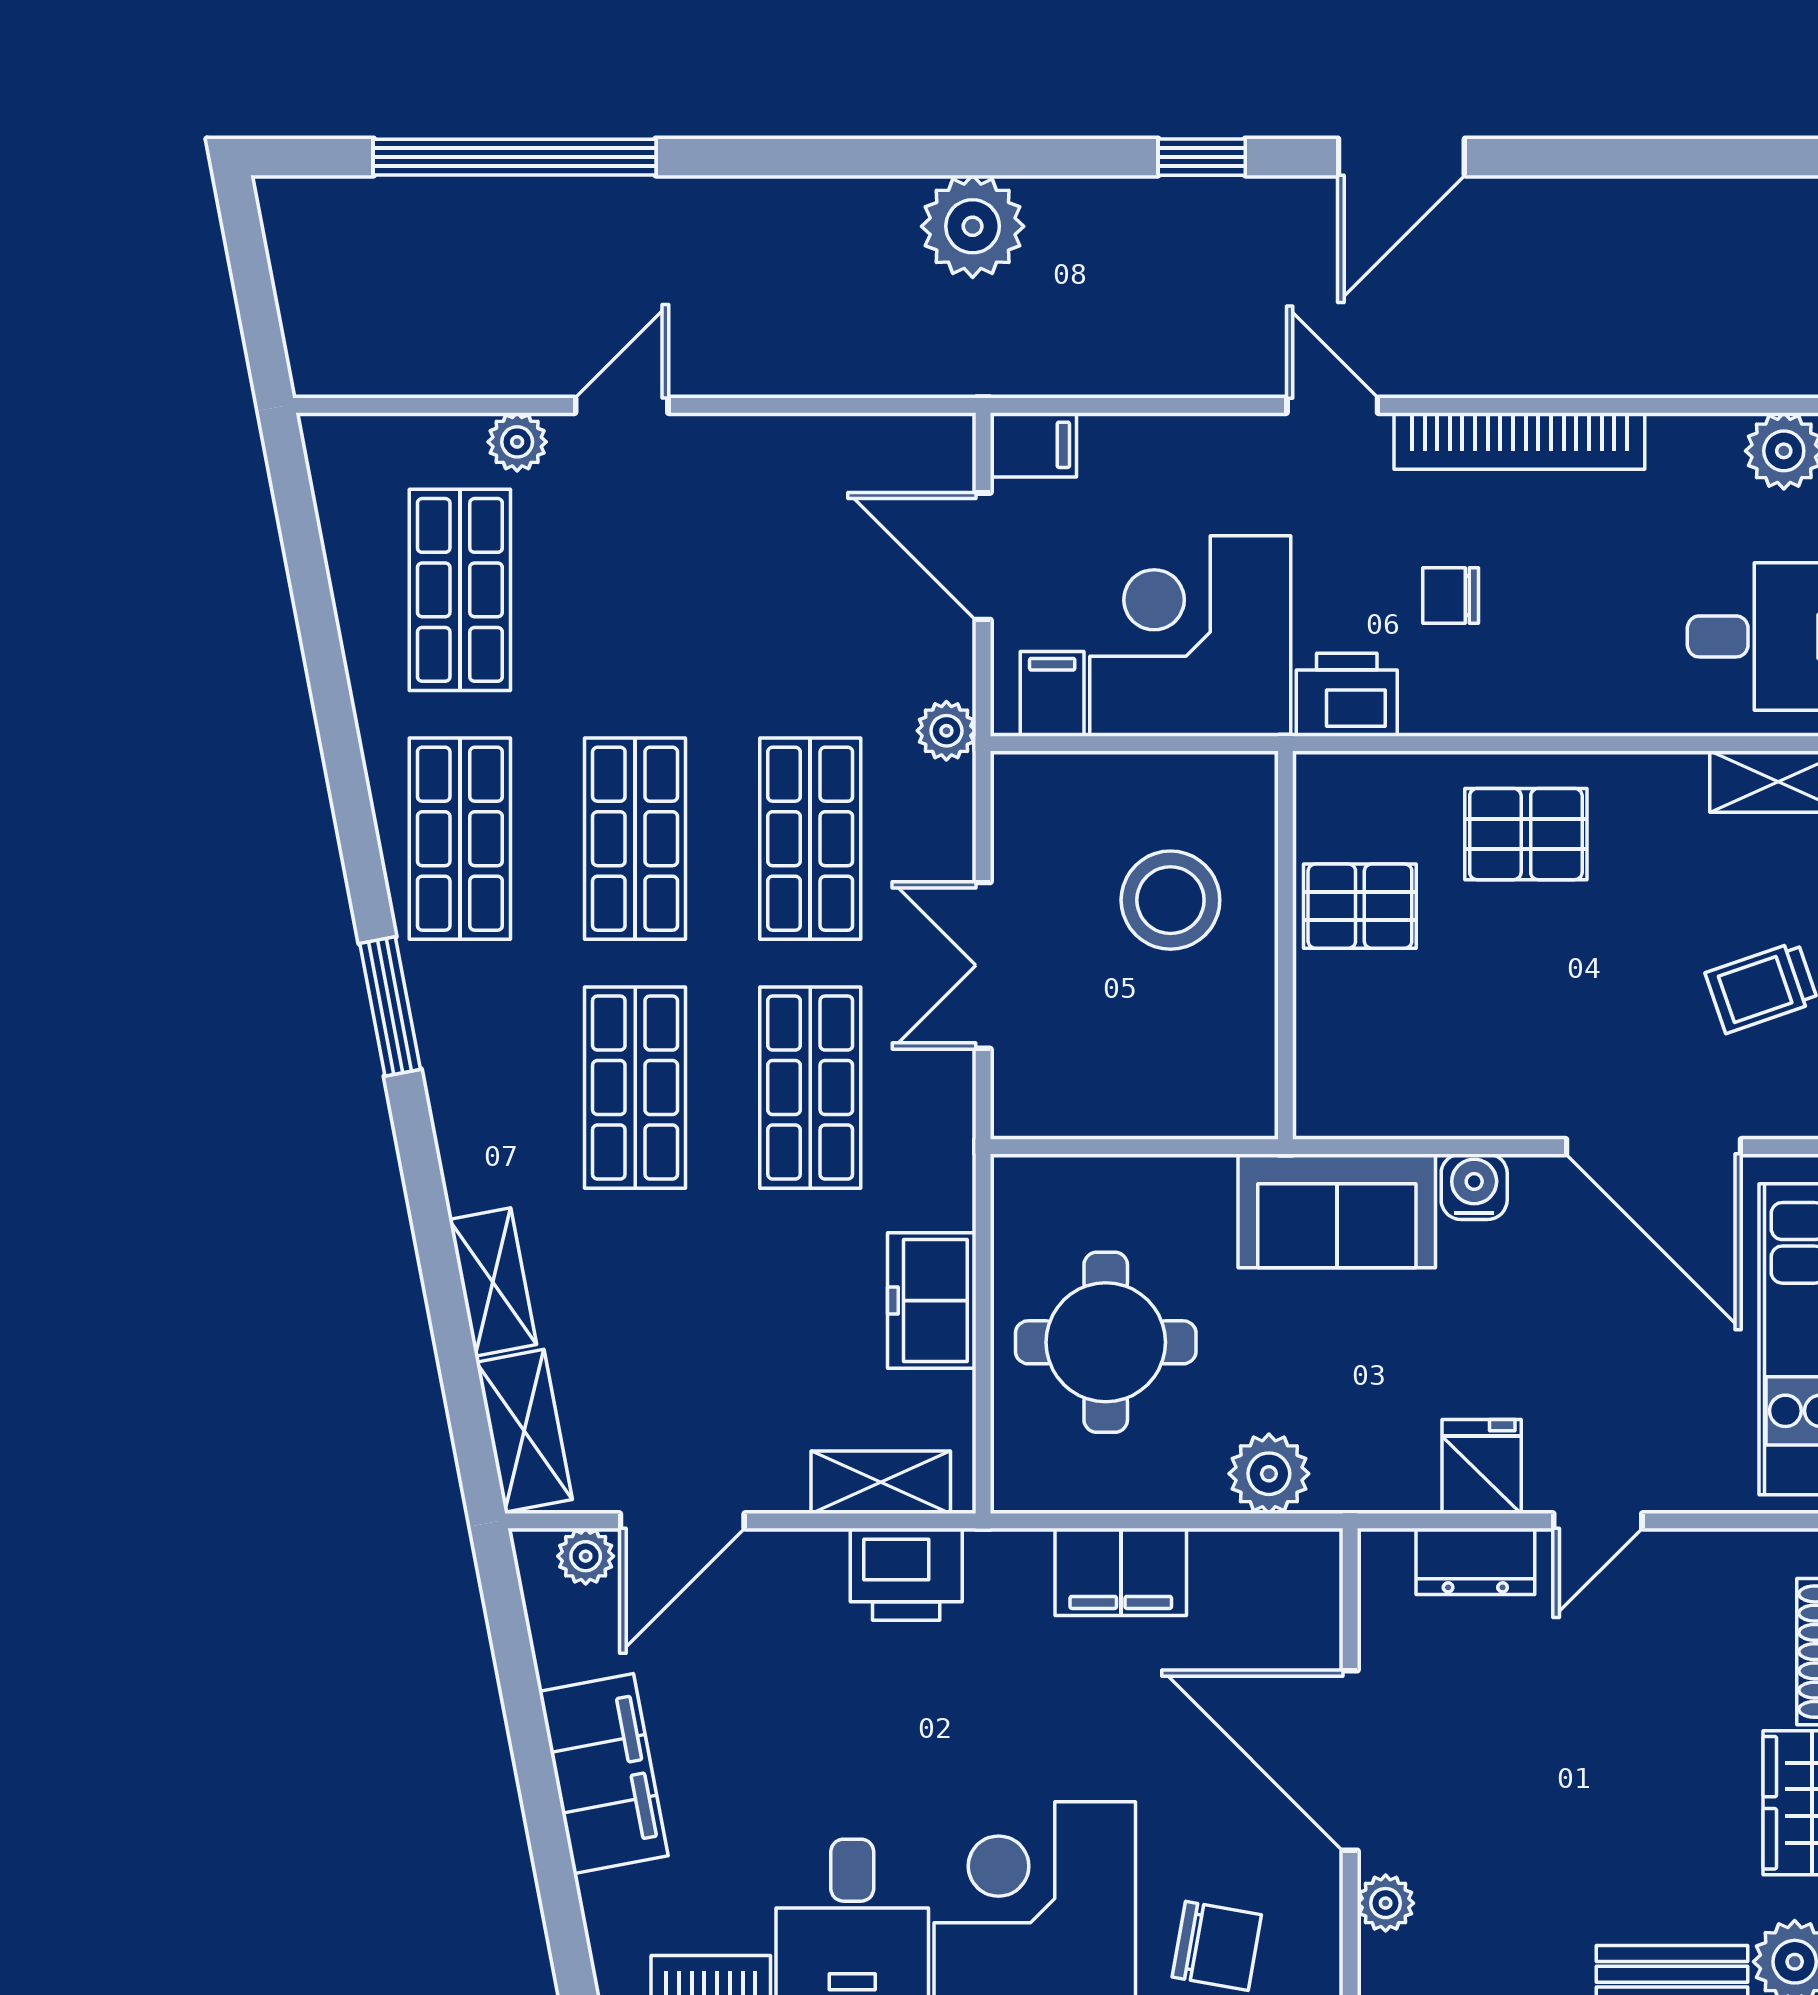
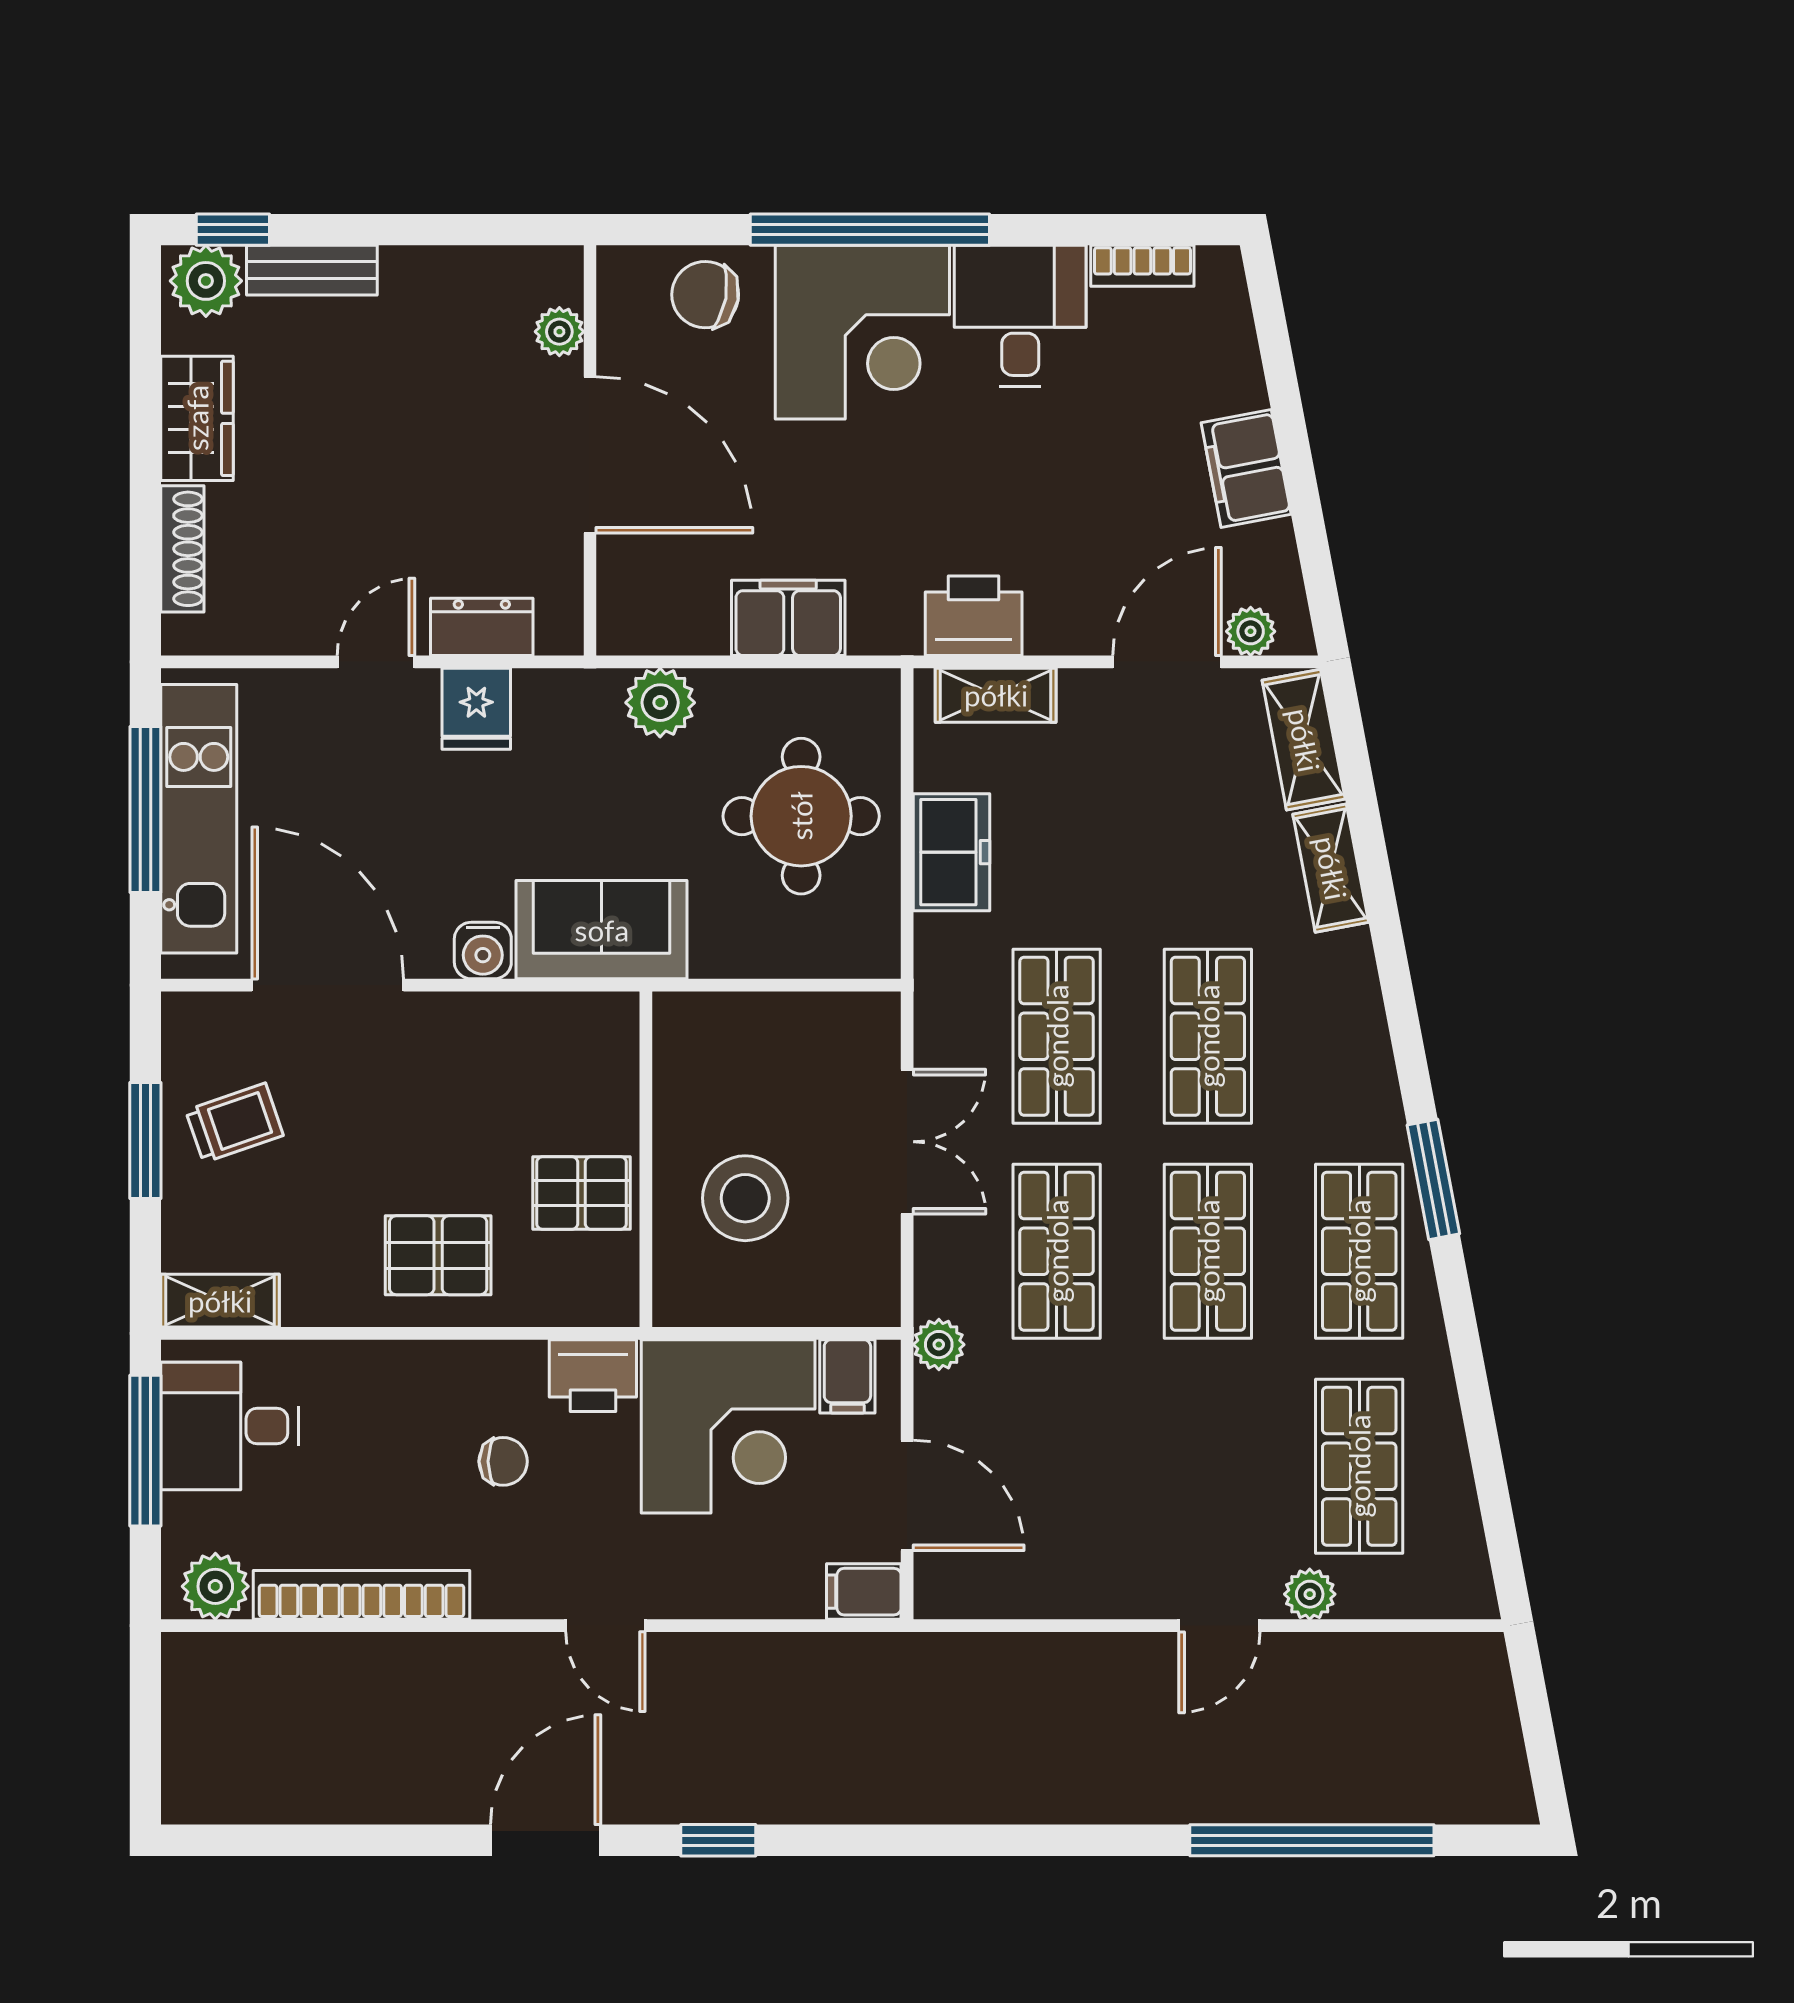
plant: (973, 226) -> (916, 1780), removed
bookcase: (1519, 441) -> (361, 1595), moved
window: (390, 1006) -> (1433, 1179), moved
filing cabinet: (603, 1774) -> (1246, 469), width x0.67, depth x0.86

